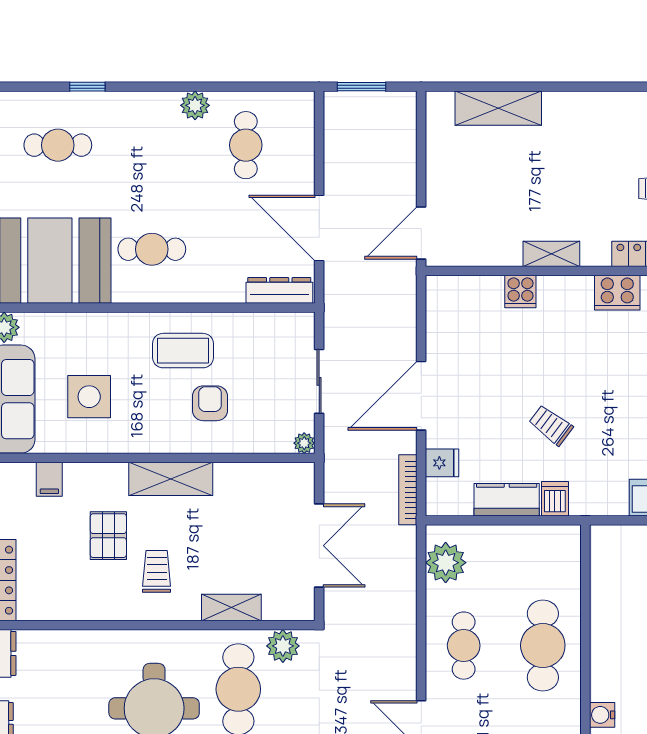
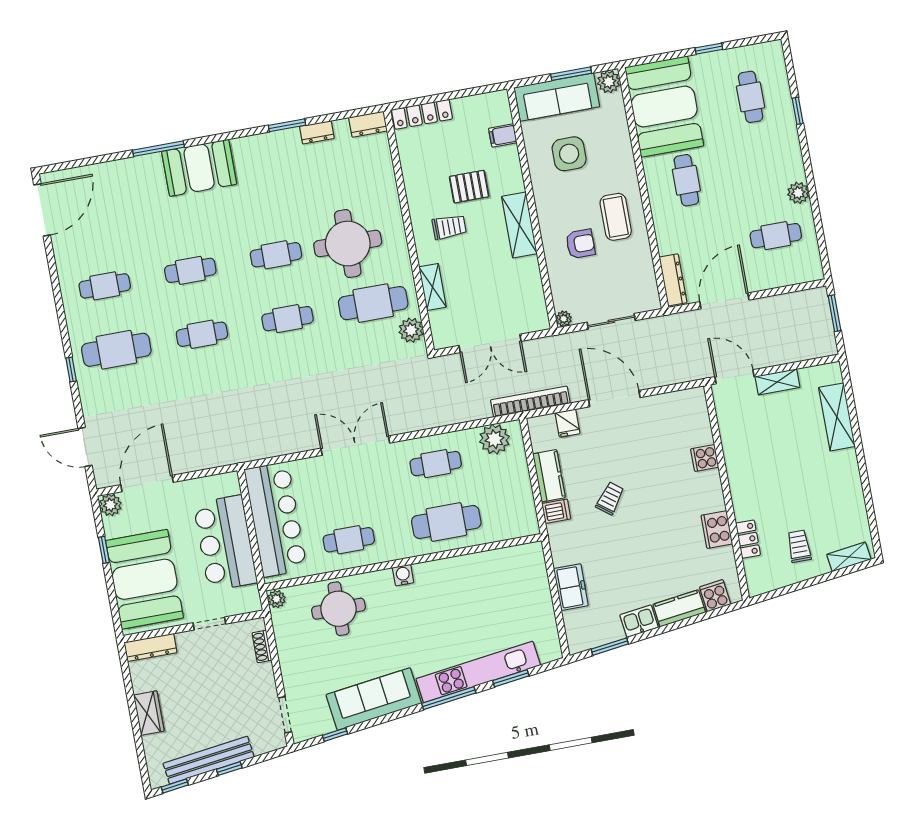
shelving: (551, 254) -> (777, 382), moved, turned 90
bookcase: (408, 490) -> (530, 402), width x1.48, depth x1.31

